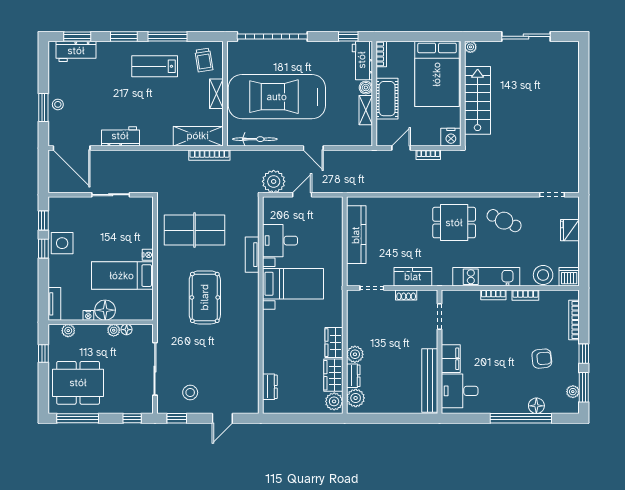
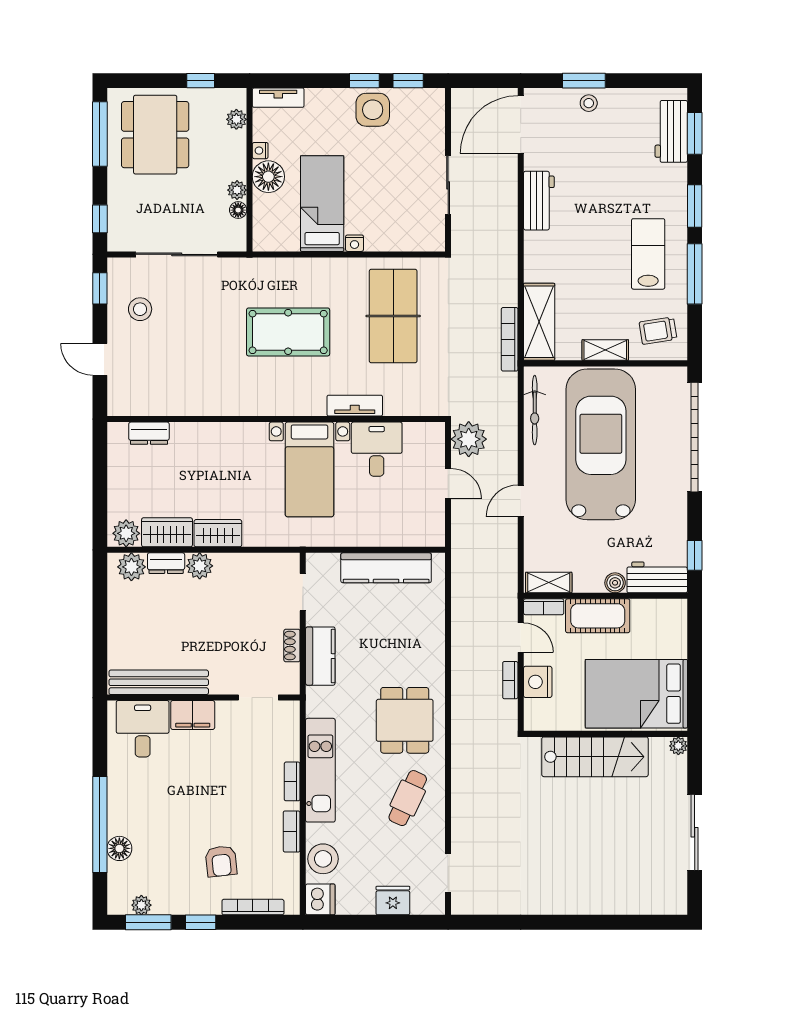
bookcase: (381, 54) -> (544, 607), moved
shelving: (366, 110) -> (549, 583), moved
nightstand: (451, 137) -> (538, 682), moved
armchair: (542, 359) -> (221, 861), moved

